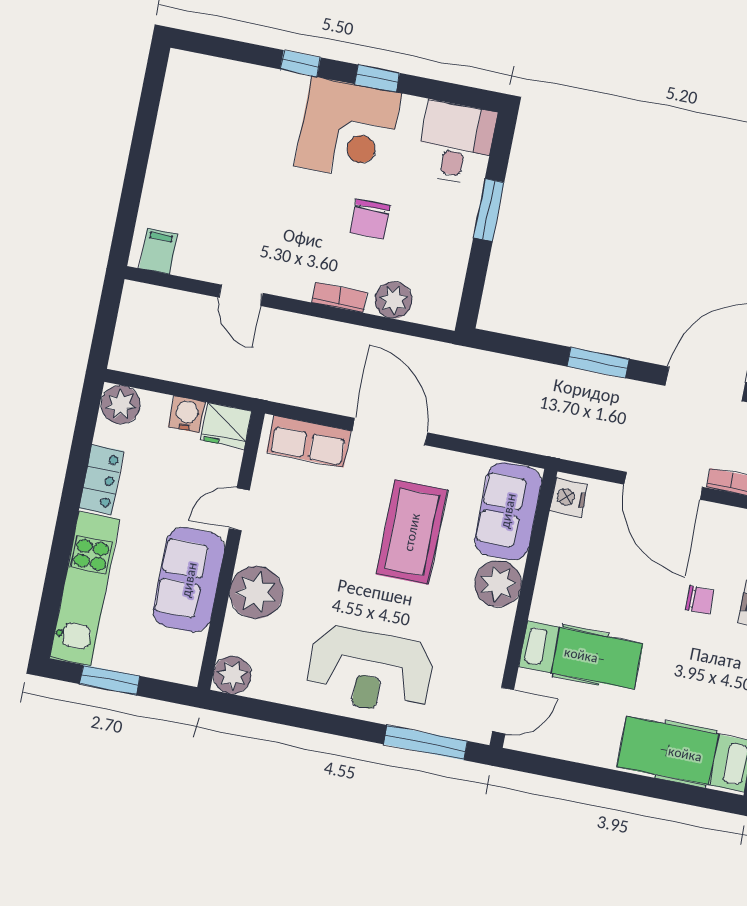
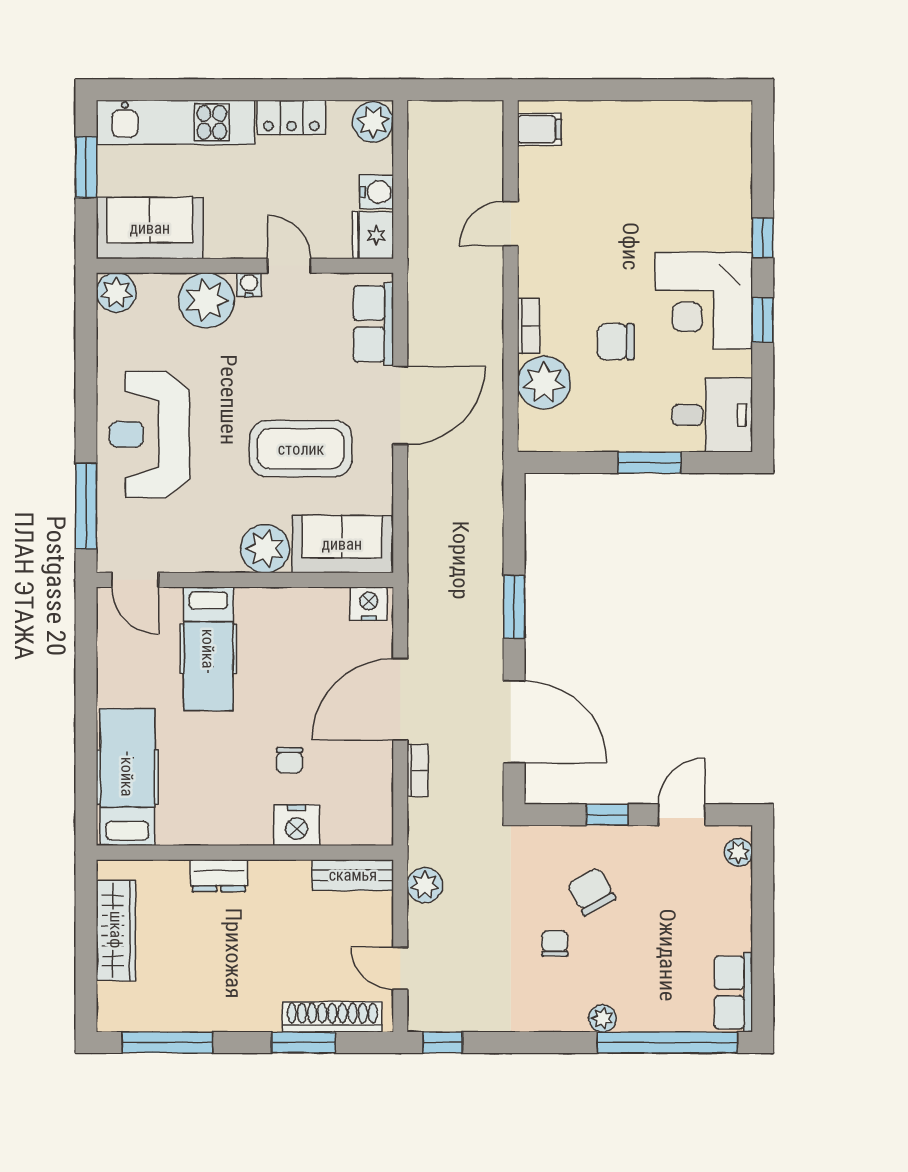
plant: (394, 300) -> (544, 383), width x1.36, depth x1.36
water cooler: (249, 550) -> (249, 285), added
sofa: (189, 580) -> (150, 228), moved

